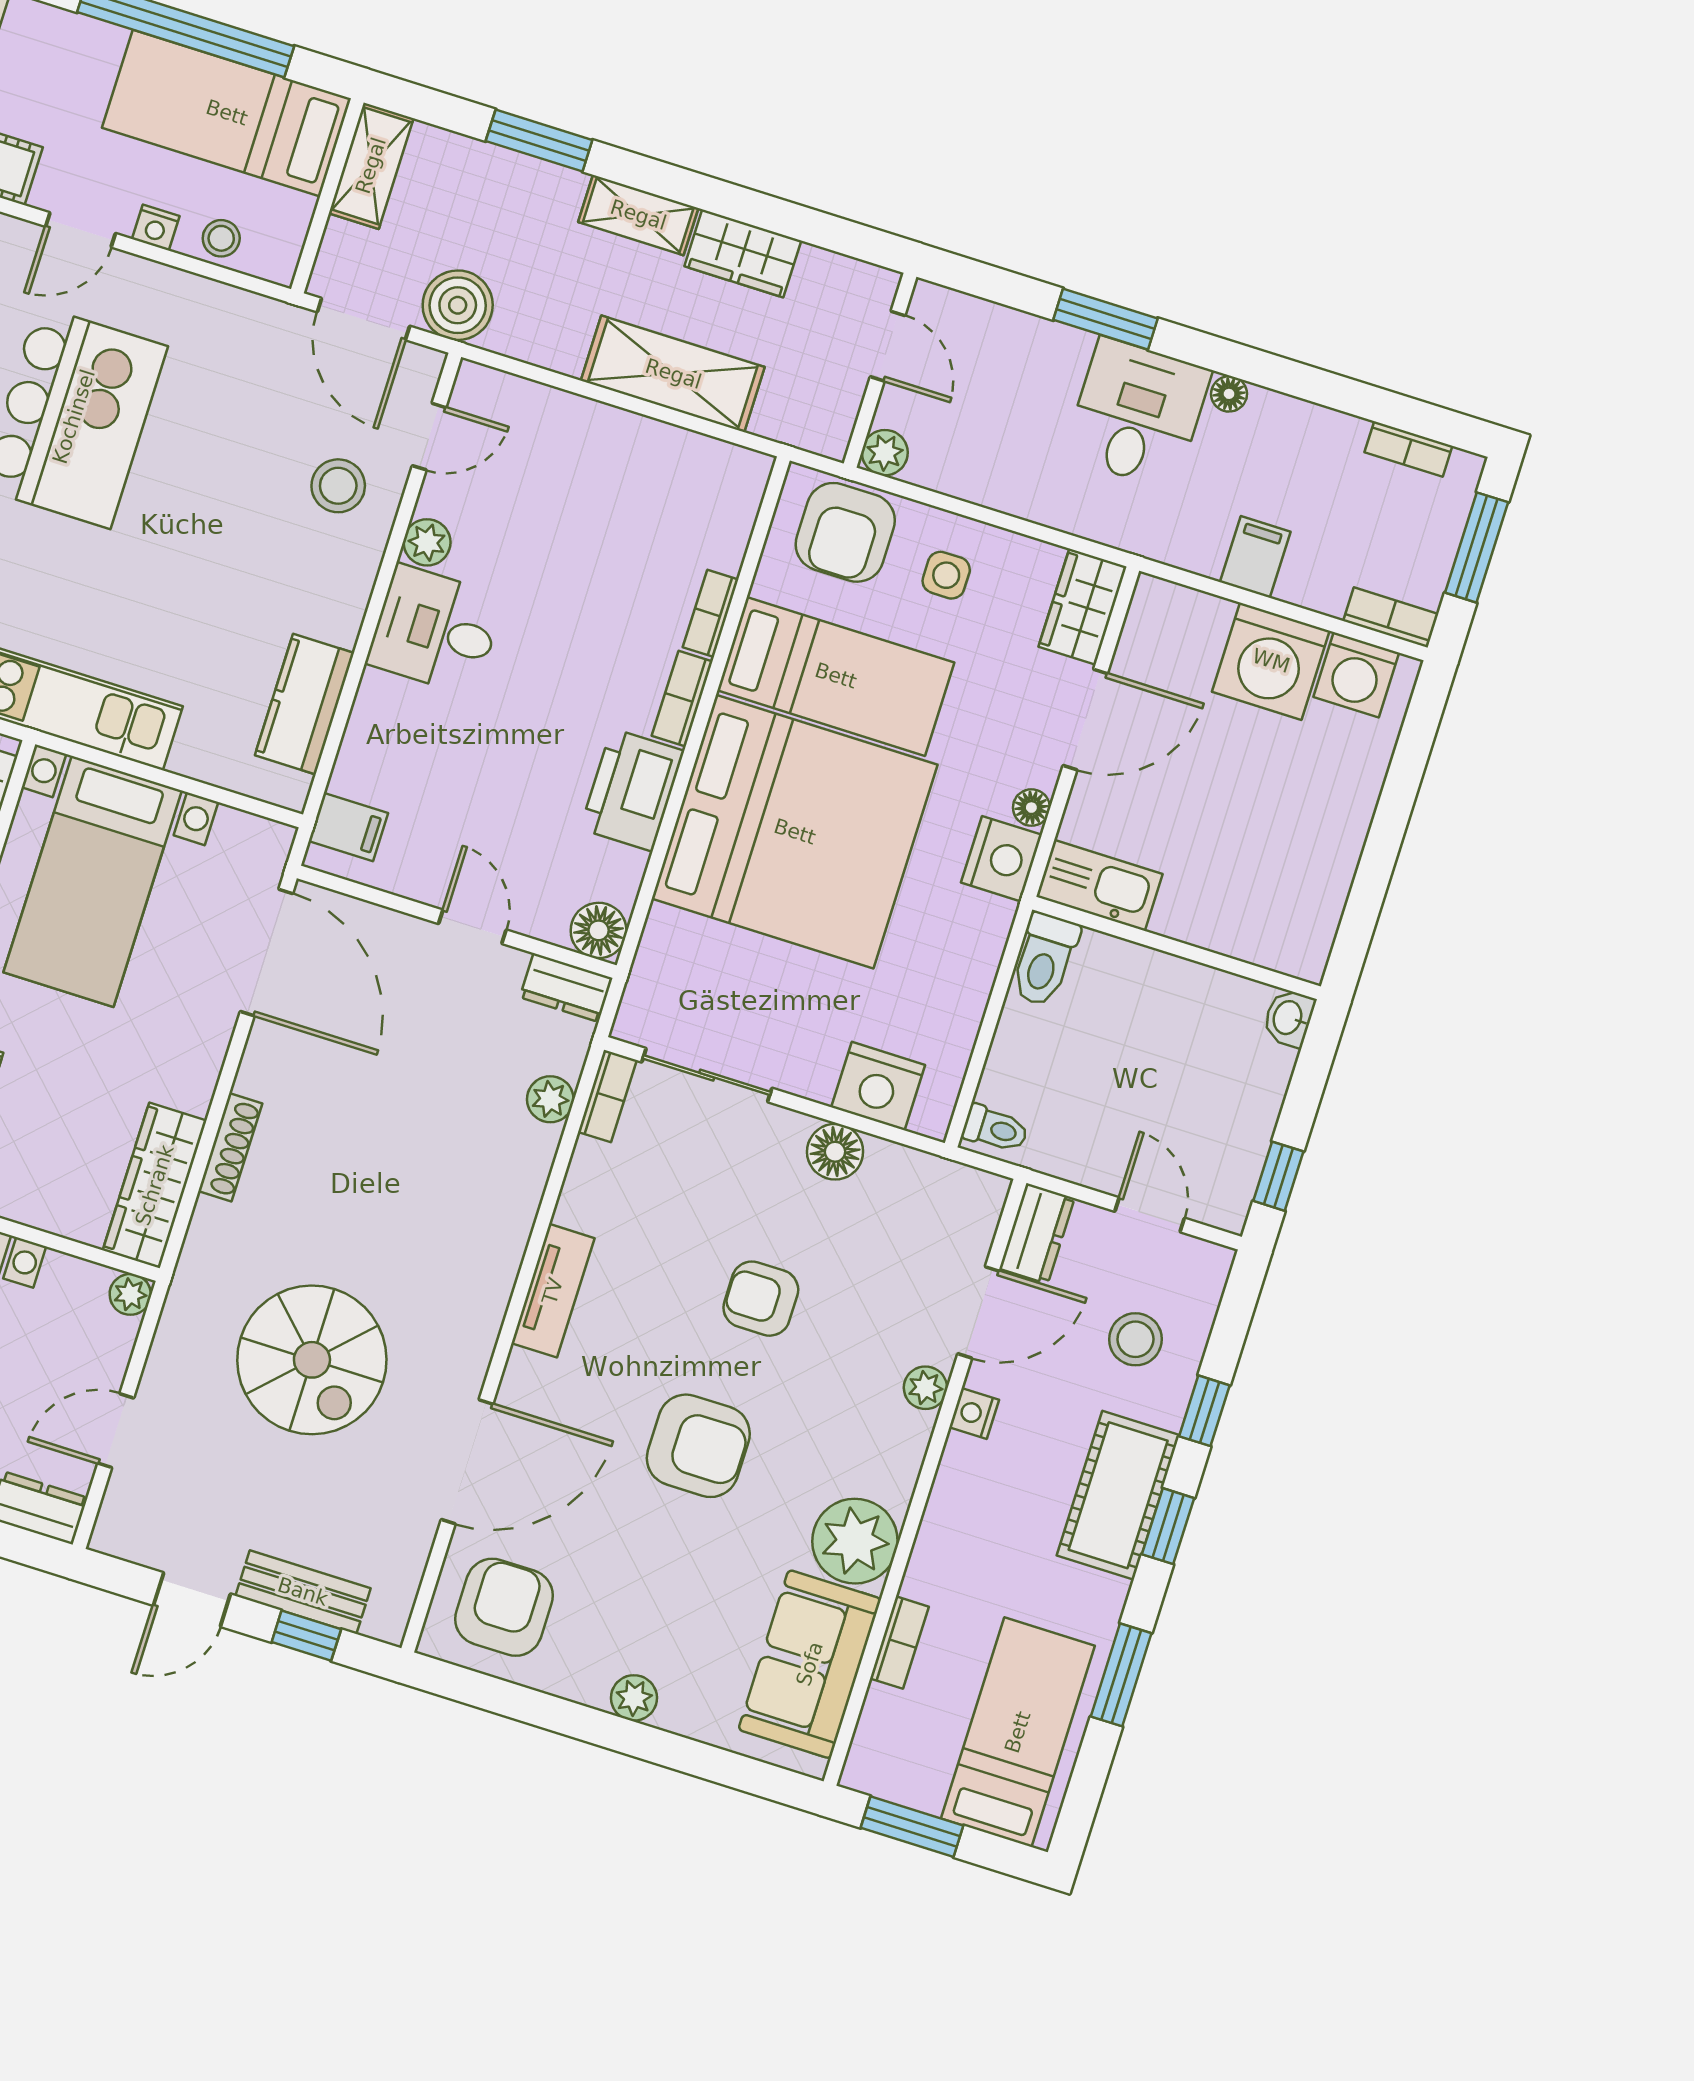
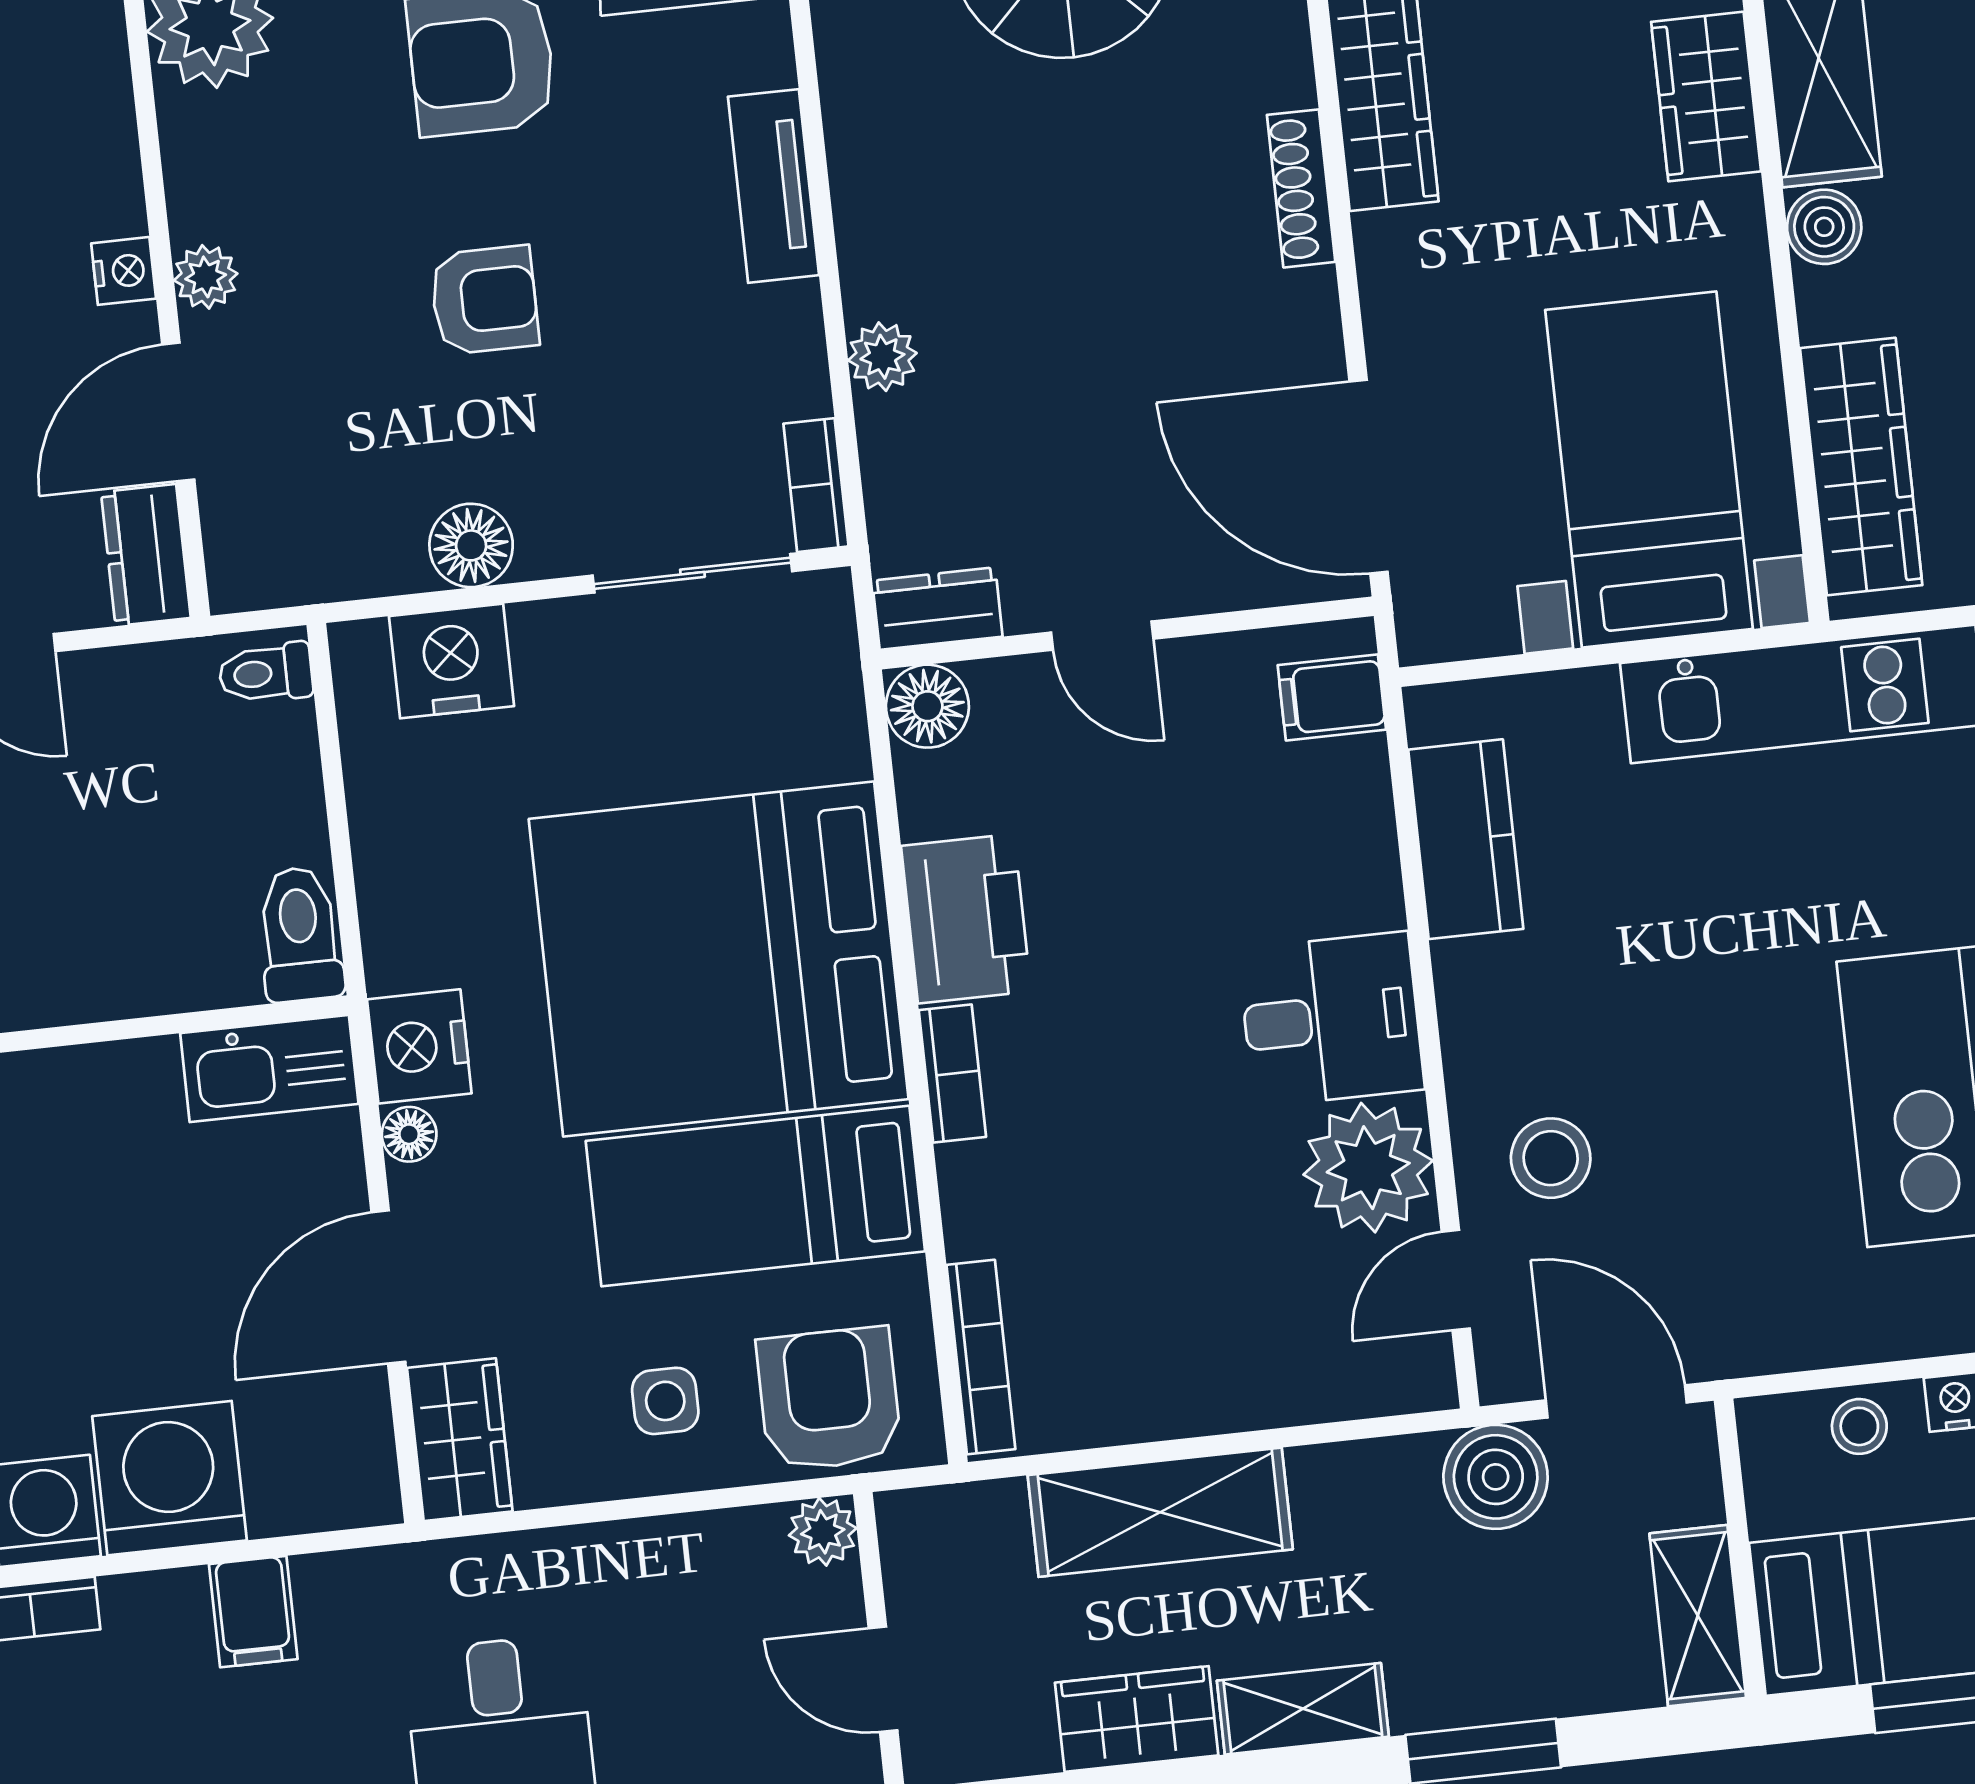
plant: (427, 542) -> (1368, 1168), width x1.88, depth x1.88
bookcase: (711, 613) -> (981, 1357), moved, width x1.56
plant: (550, 1099) -> (882, 357), moved

